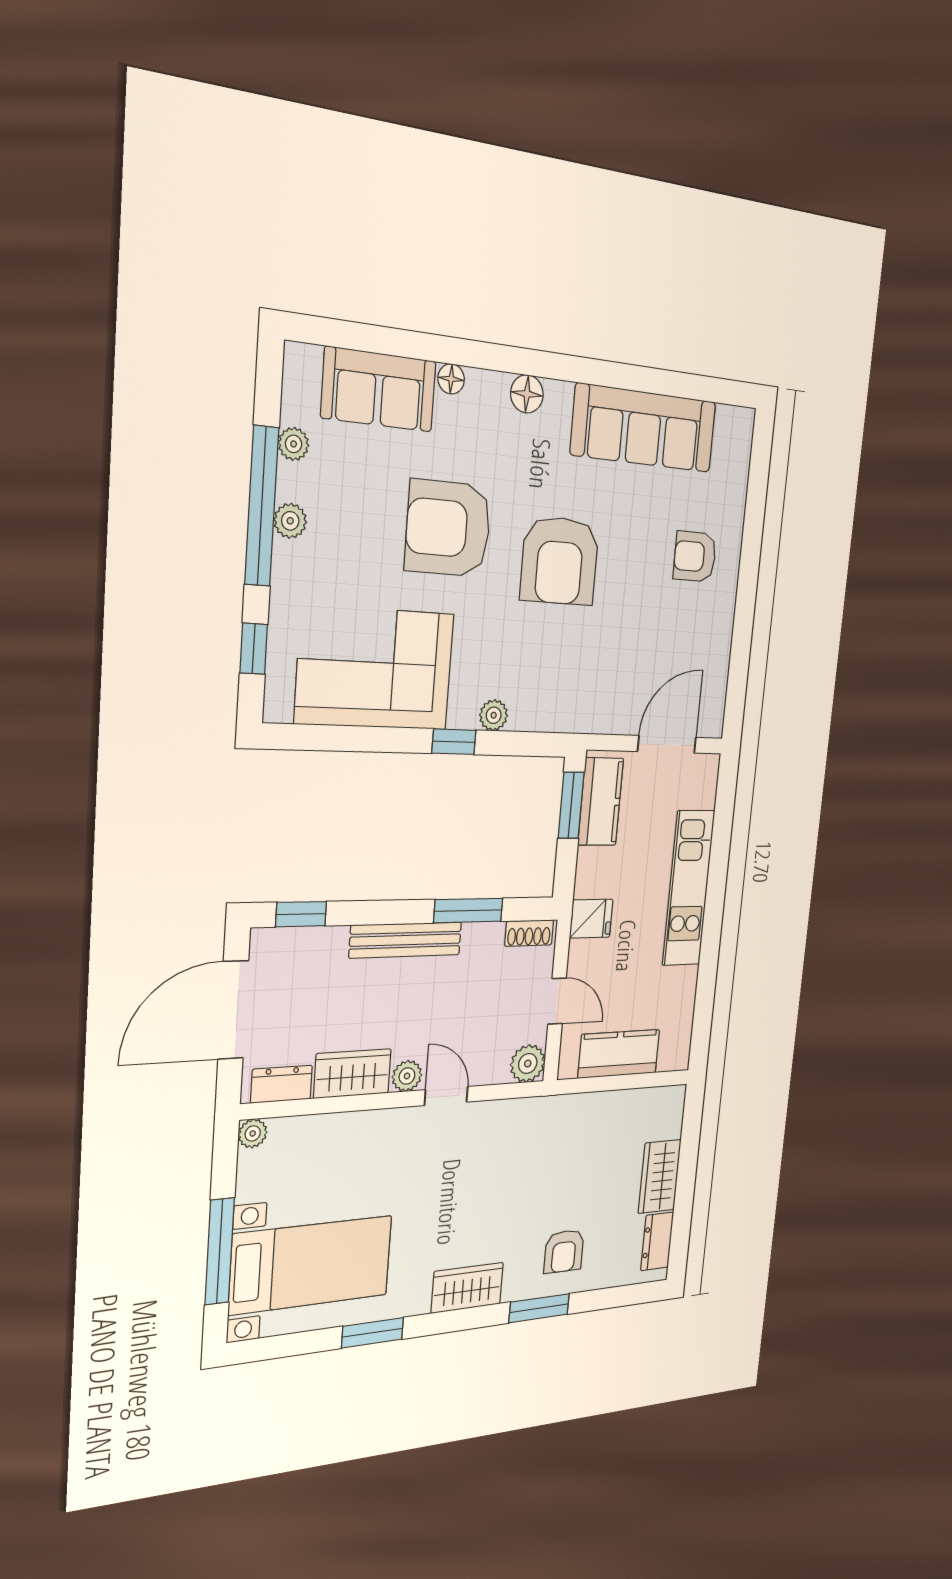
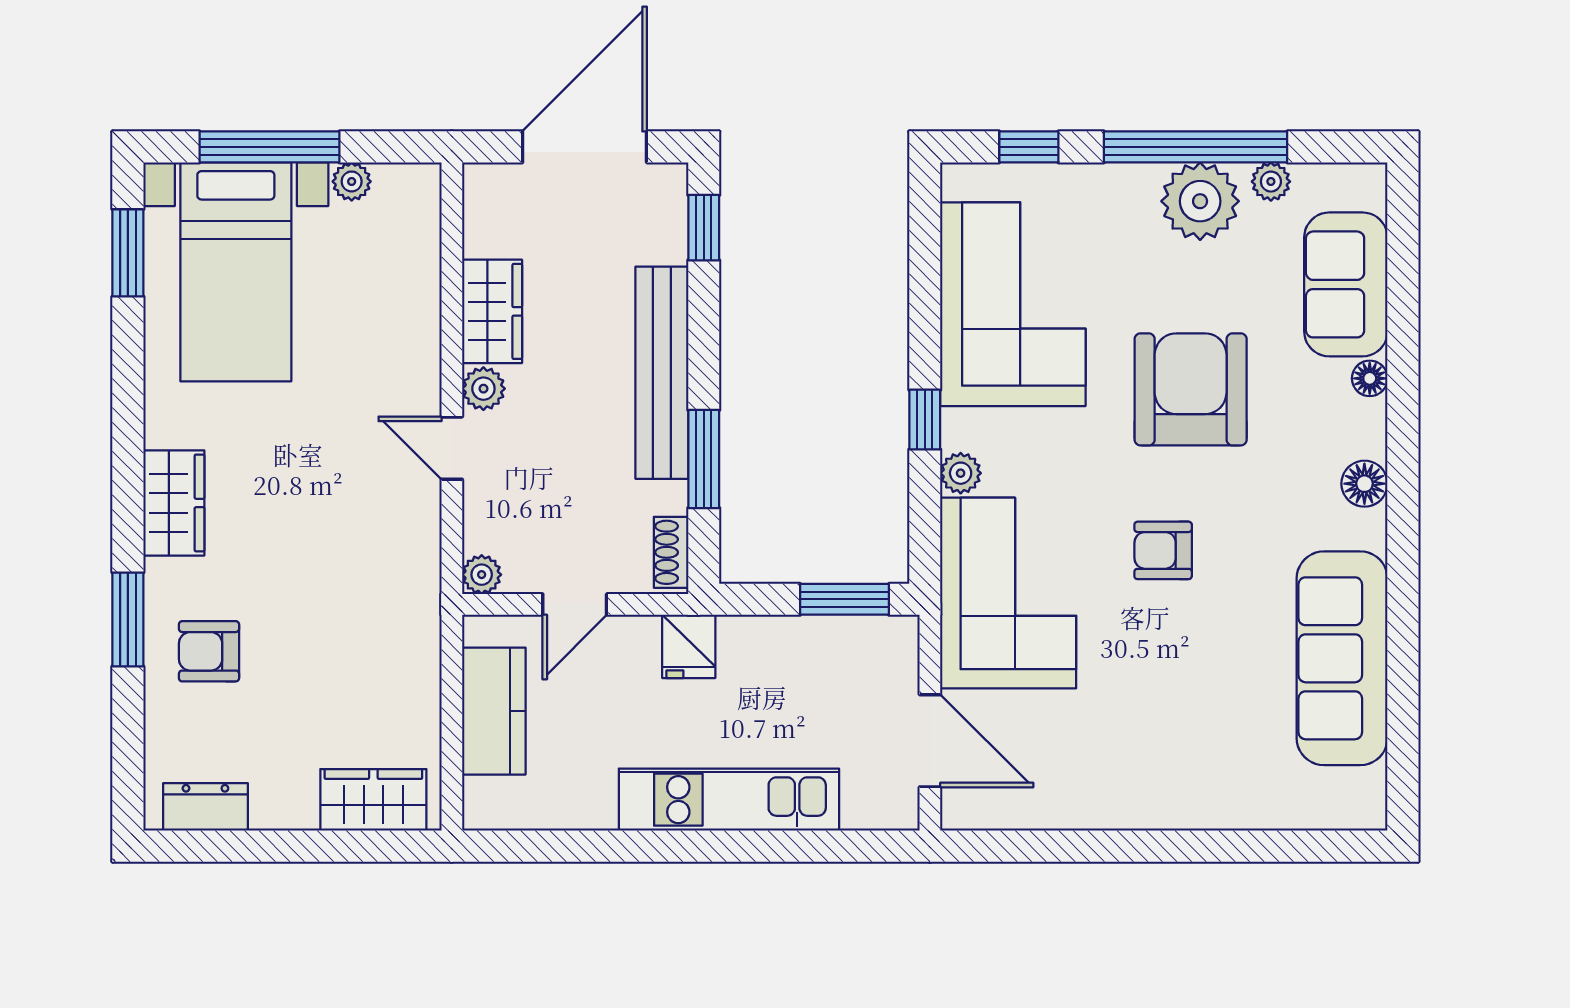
plant: (290, 521) -> (1200, 201), width x1.88, depth x1.88
armchair: (695, 557) -> (1184, 756), removed
armchair: (560, 561) -> (1163, 550), width x0.53, depth x0.53
corner sofa: (578, 682) -> (1008, 593), added
kitchen counter: (601, 802) -> (850, 644), removed
bench: (406, 940) -> (662, 373), width x1.37, depth x1.21
door: (233, 1010) -> (585, 147), hinge flipped
plant: (528, 1064) -> (482, 575), width x0.73, depth x0.73
dresser: (282, 1084) -> (484, 216), removed
door: (446, 1096) -> (452, 448), swing flipped
plant: (253, 1133) -> (352, 181), moved
wardrobe: (660, 1177) -> (373, 800), moved
window: (373, 1333) -> (128, 253), moved

